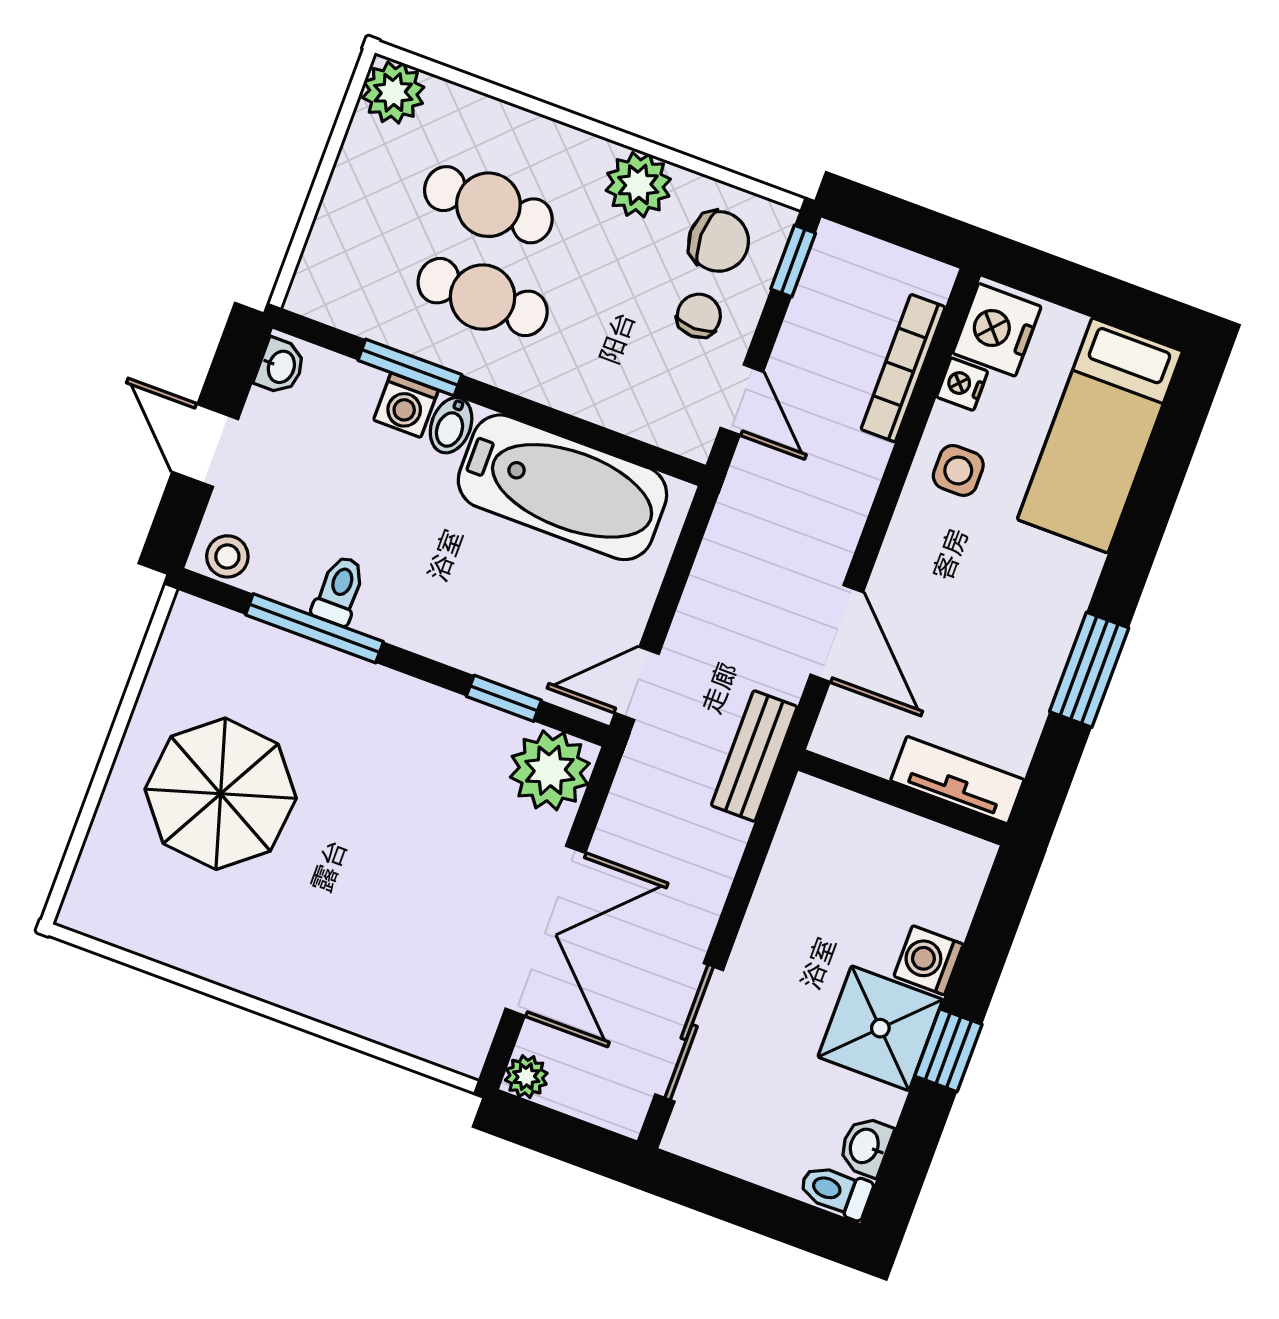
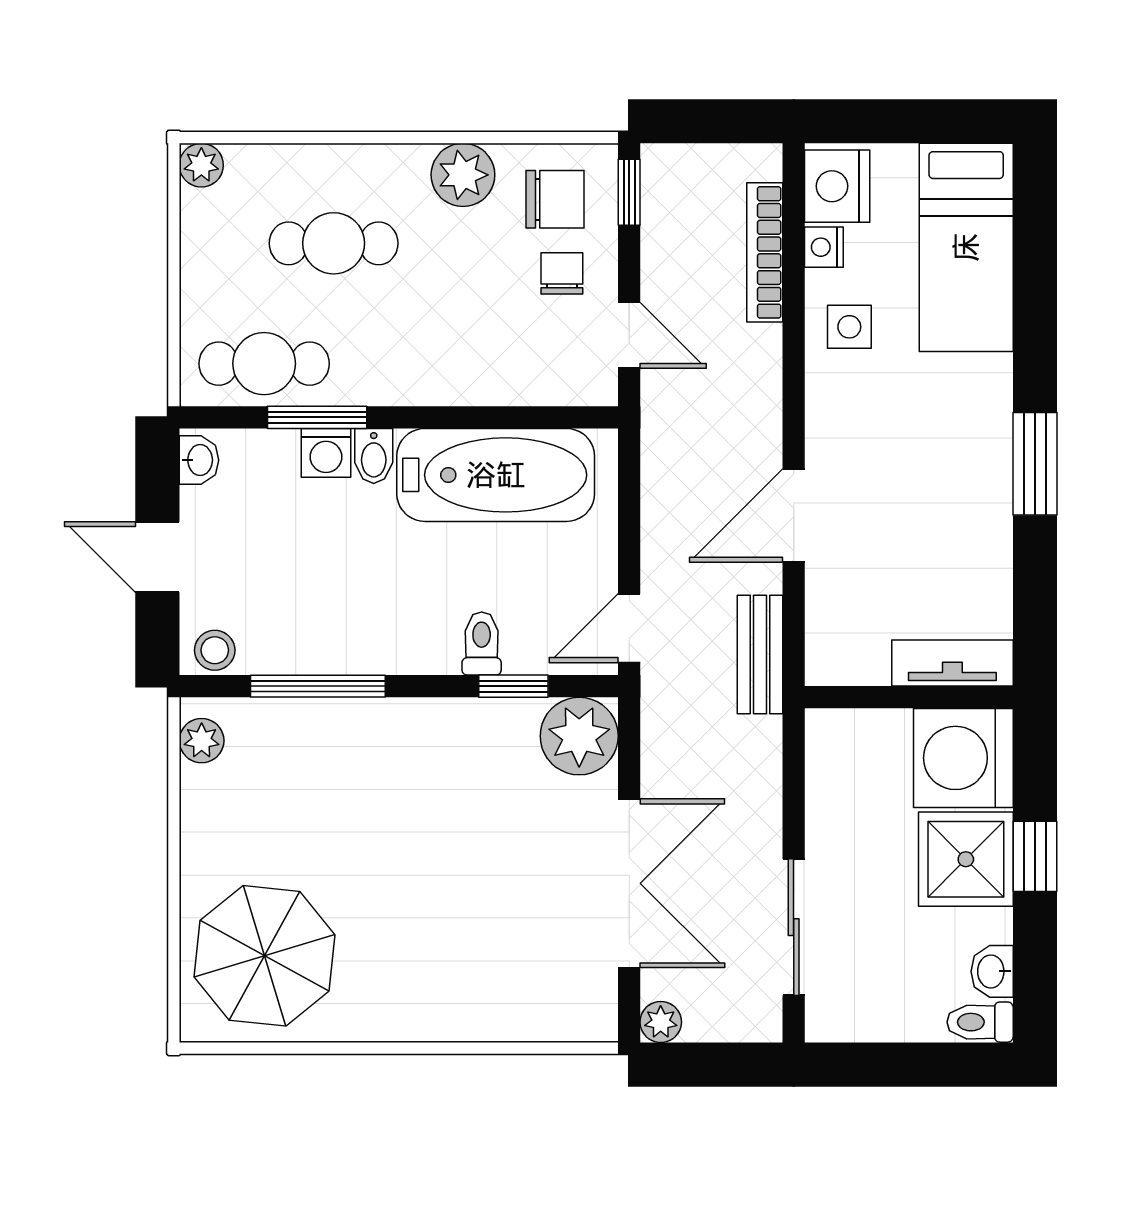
plant: (393, 92) -> (201, 165), width x0.73, depth x0.73
cafe table: (483, 297) -> (264, 364), moved
toilet: (339, 590) -> (482, 644), moved
door: (837, 633) -> (794, 516), swing flipped
plant: (182, 639) -> (202, 741), added
tv unit: (957, 780) -> (952, 663), moved
parasol: (221, 794) -> (265, 956), moved
wall: (903, 798) -> (909, 697), moved
washing machine: (929, 960) -> (963, 758), width x1.89, depth x1.89

